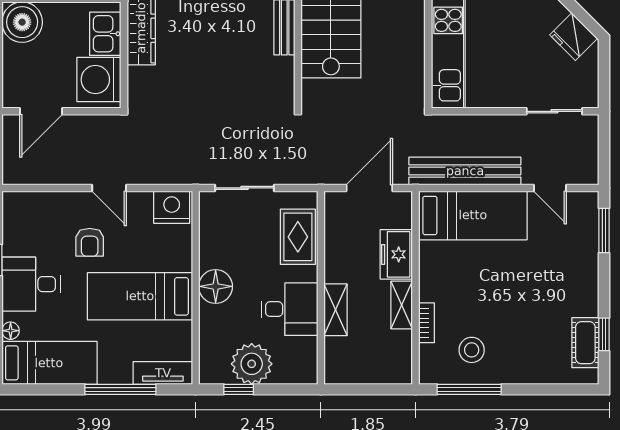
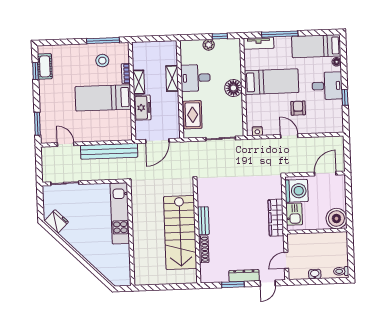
nightstand: (172, 207) -> (257, 131), width x0.53, depth x0.56
bed: (473, 215) -> (103, 98), moved
plant: (252, 364) -> (209, 45), width x0.53, depth x0.53

